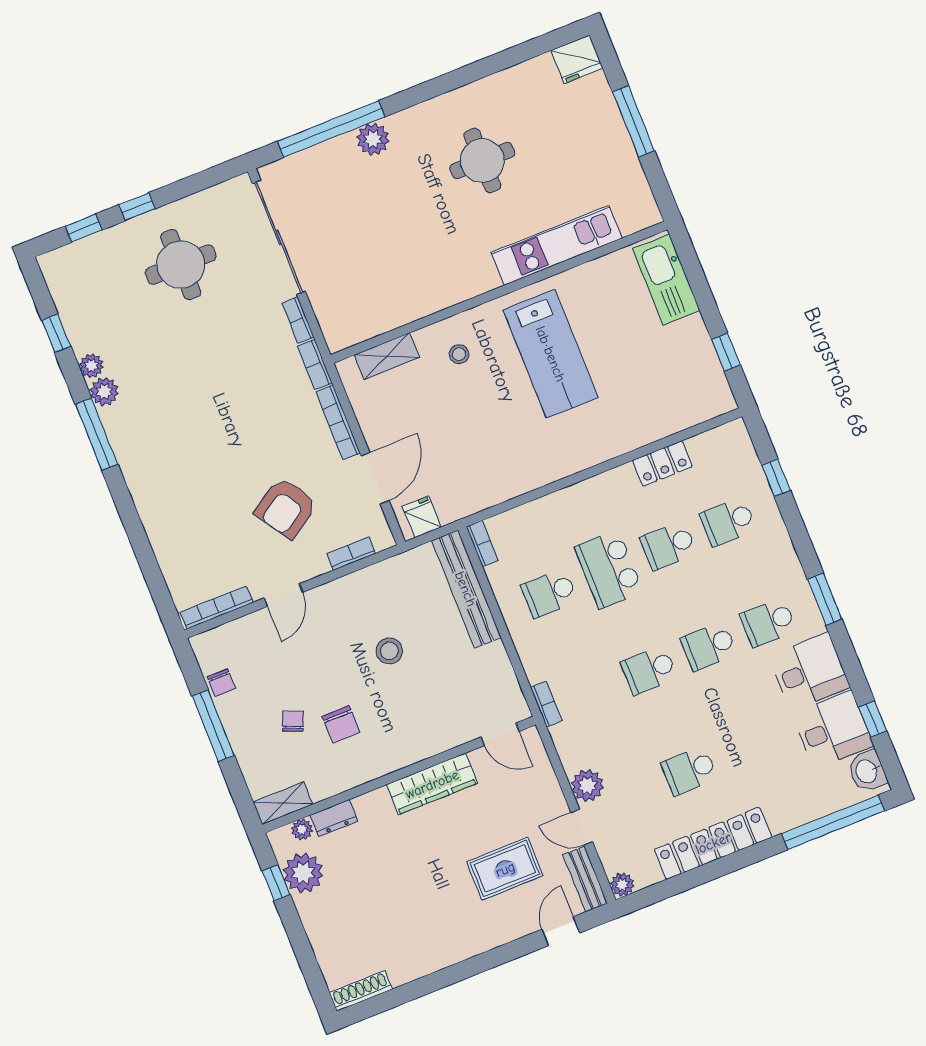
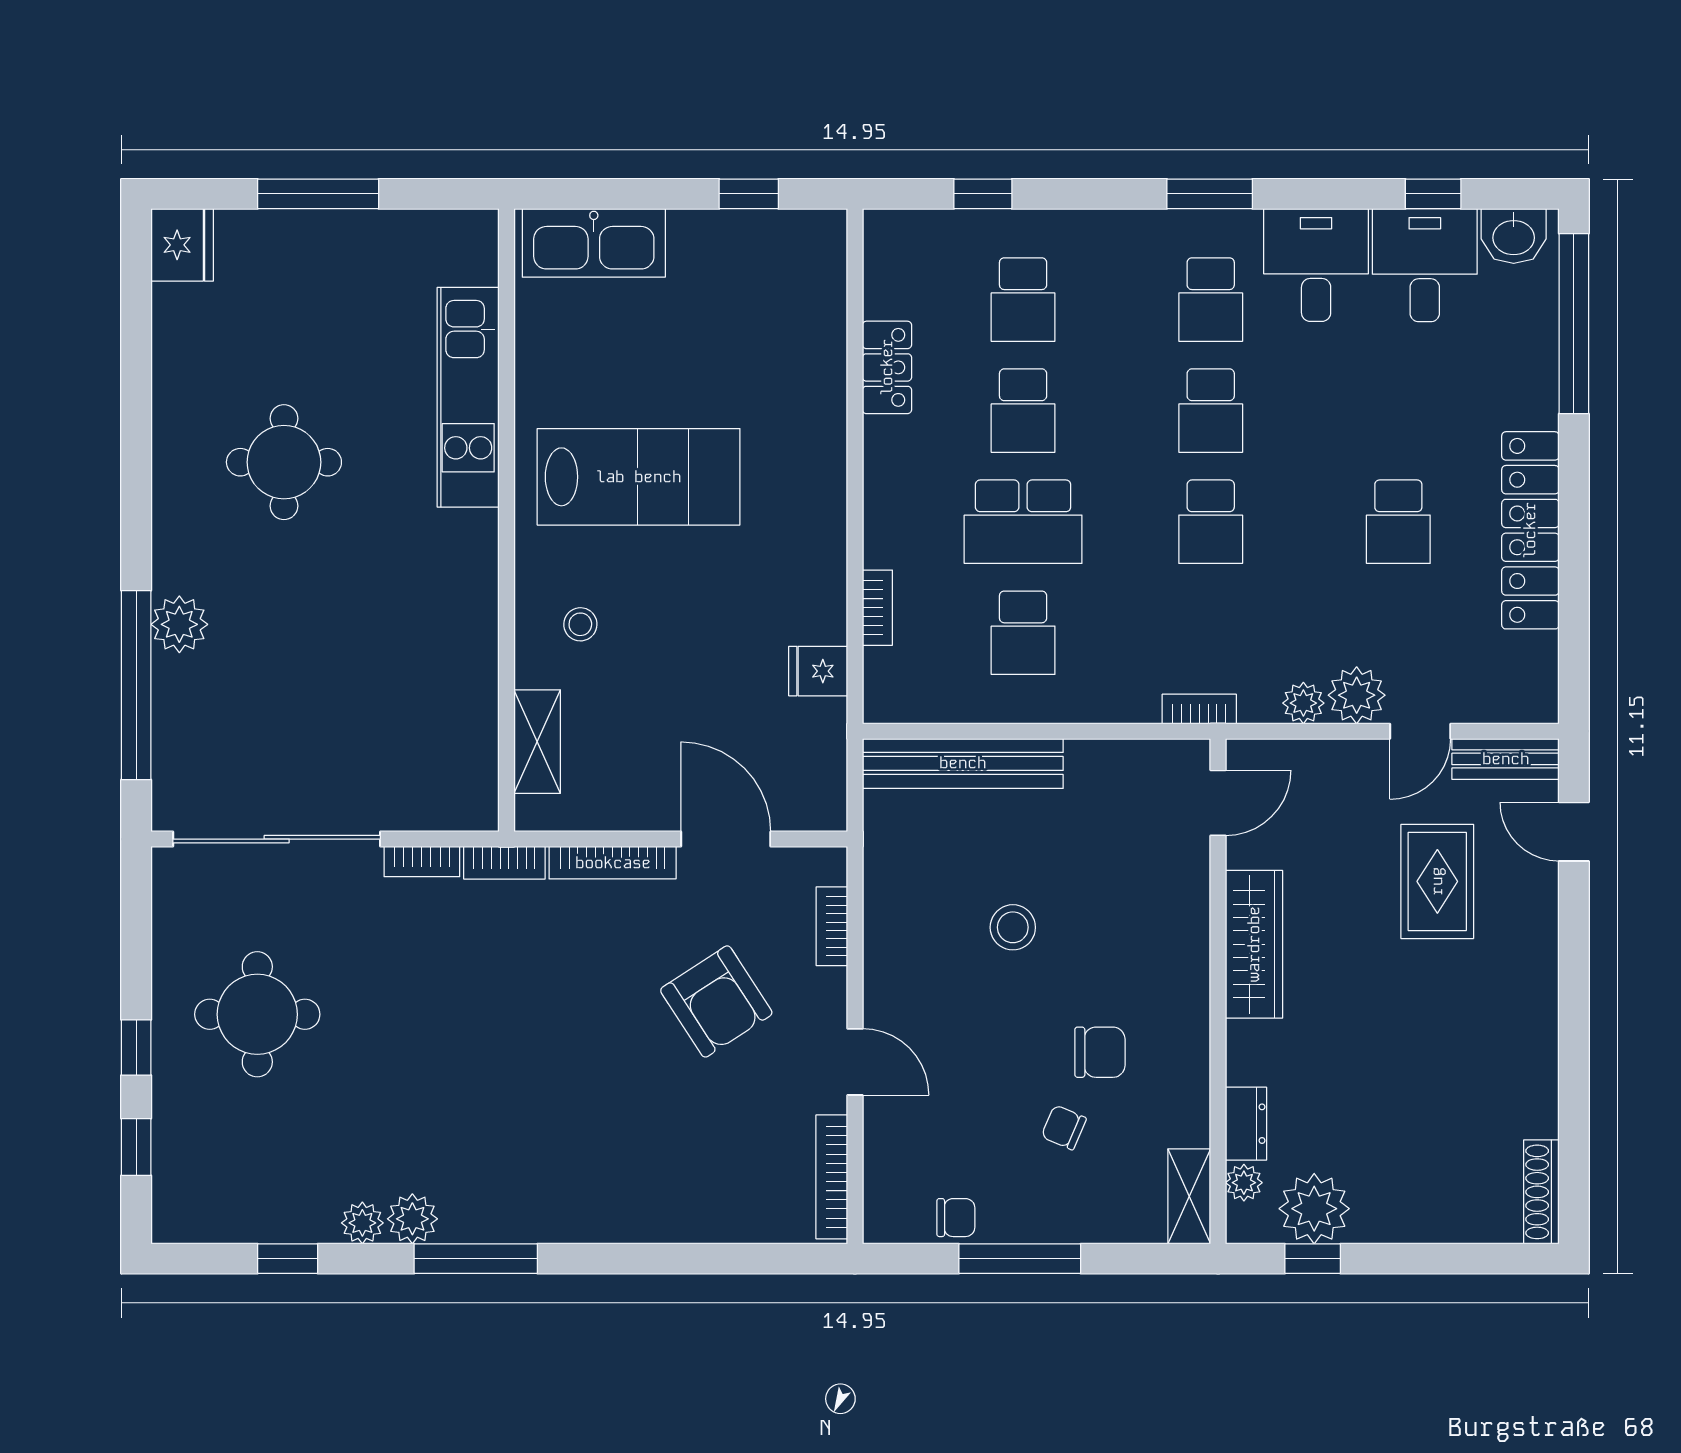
fridge: (422, 517) -> (818, 671), moved
bookcase: (482, 544) -> (877, 608), moved, turned 90
plant: (622, 885) -> (1303, 703), moved

